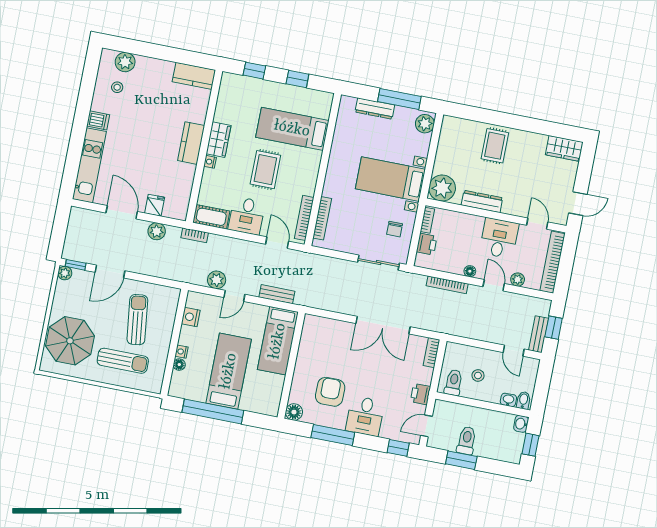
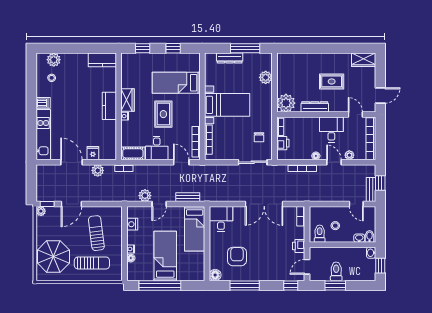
plant: (425, 124) -> (266, 77), moved
rug: (495, 146) -> (332, 81), moved, turned 90
bed with nightstands: (390, 179) -> (227, 105), moved, turned 180
desk: (365, 416) -> (221, 219), moved, turned 180

